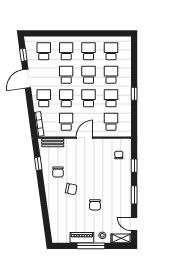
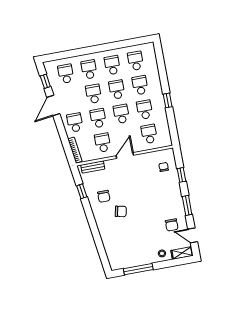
chair: (95, 205) -> (172, 225), moved
piano: (82, 238) -> (141, 260), removed
window: (91, 246) -> (138, 269), moved

